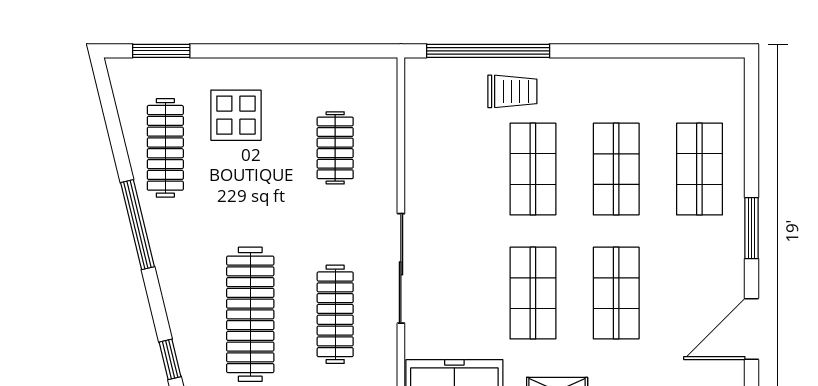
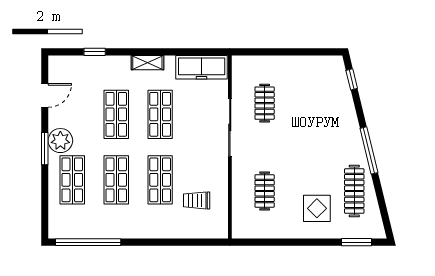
window: (488, 51) -> (88, 242), moved
trolley: (512, 91) -> (197, 200), moved
plant: (722, 243) -> (60, 141), added
clothes rail: (250, 314) -> (309, 103), removed
clothes rail: (335, 314) -> (265, 103), width x0.73
door: (751, 329) -> (45, 95), width x0.73

